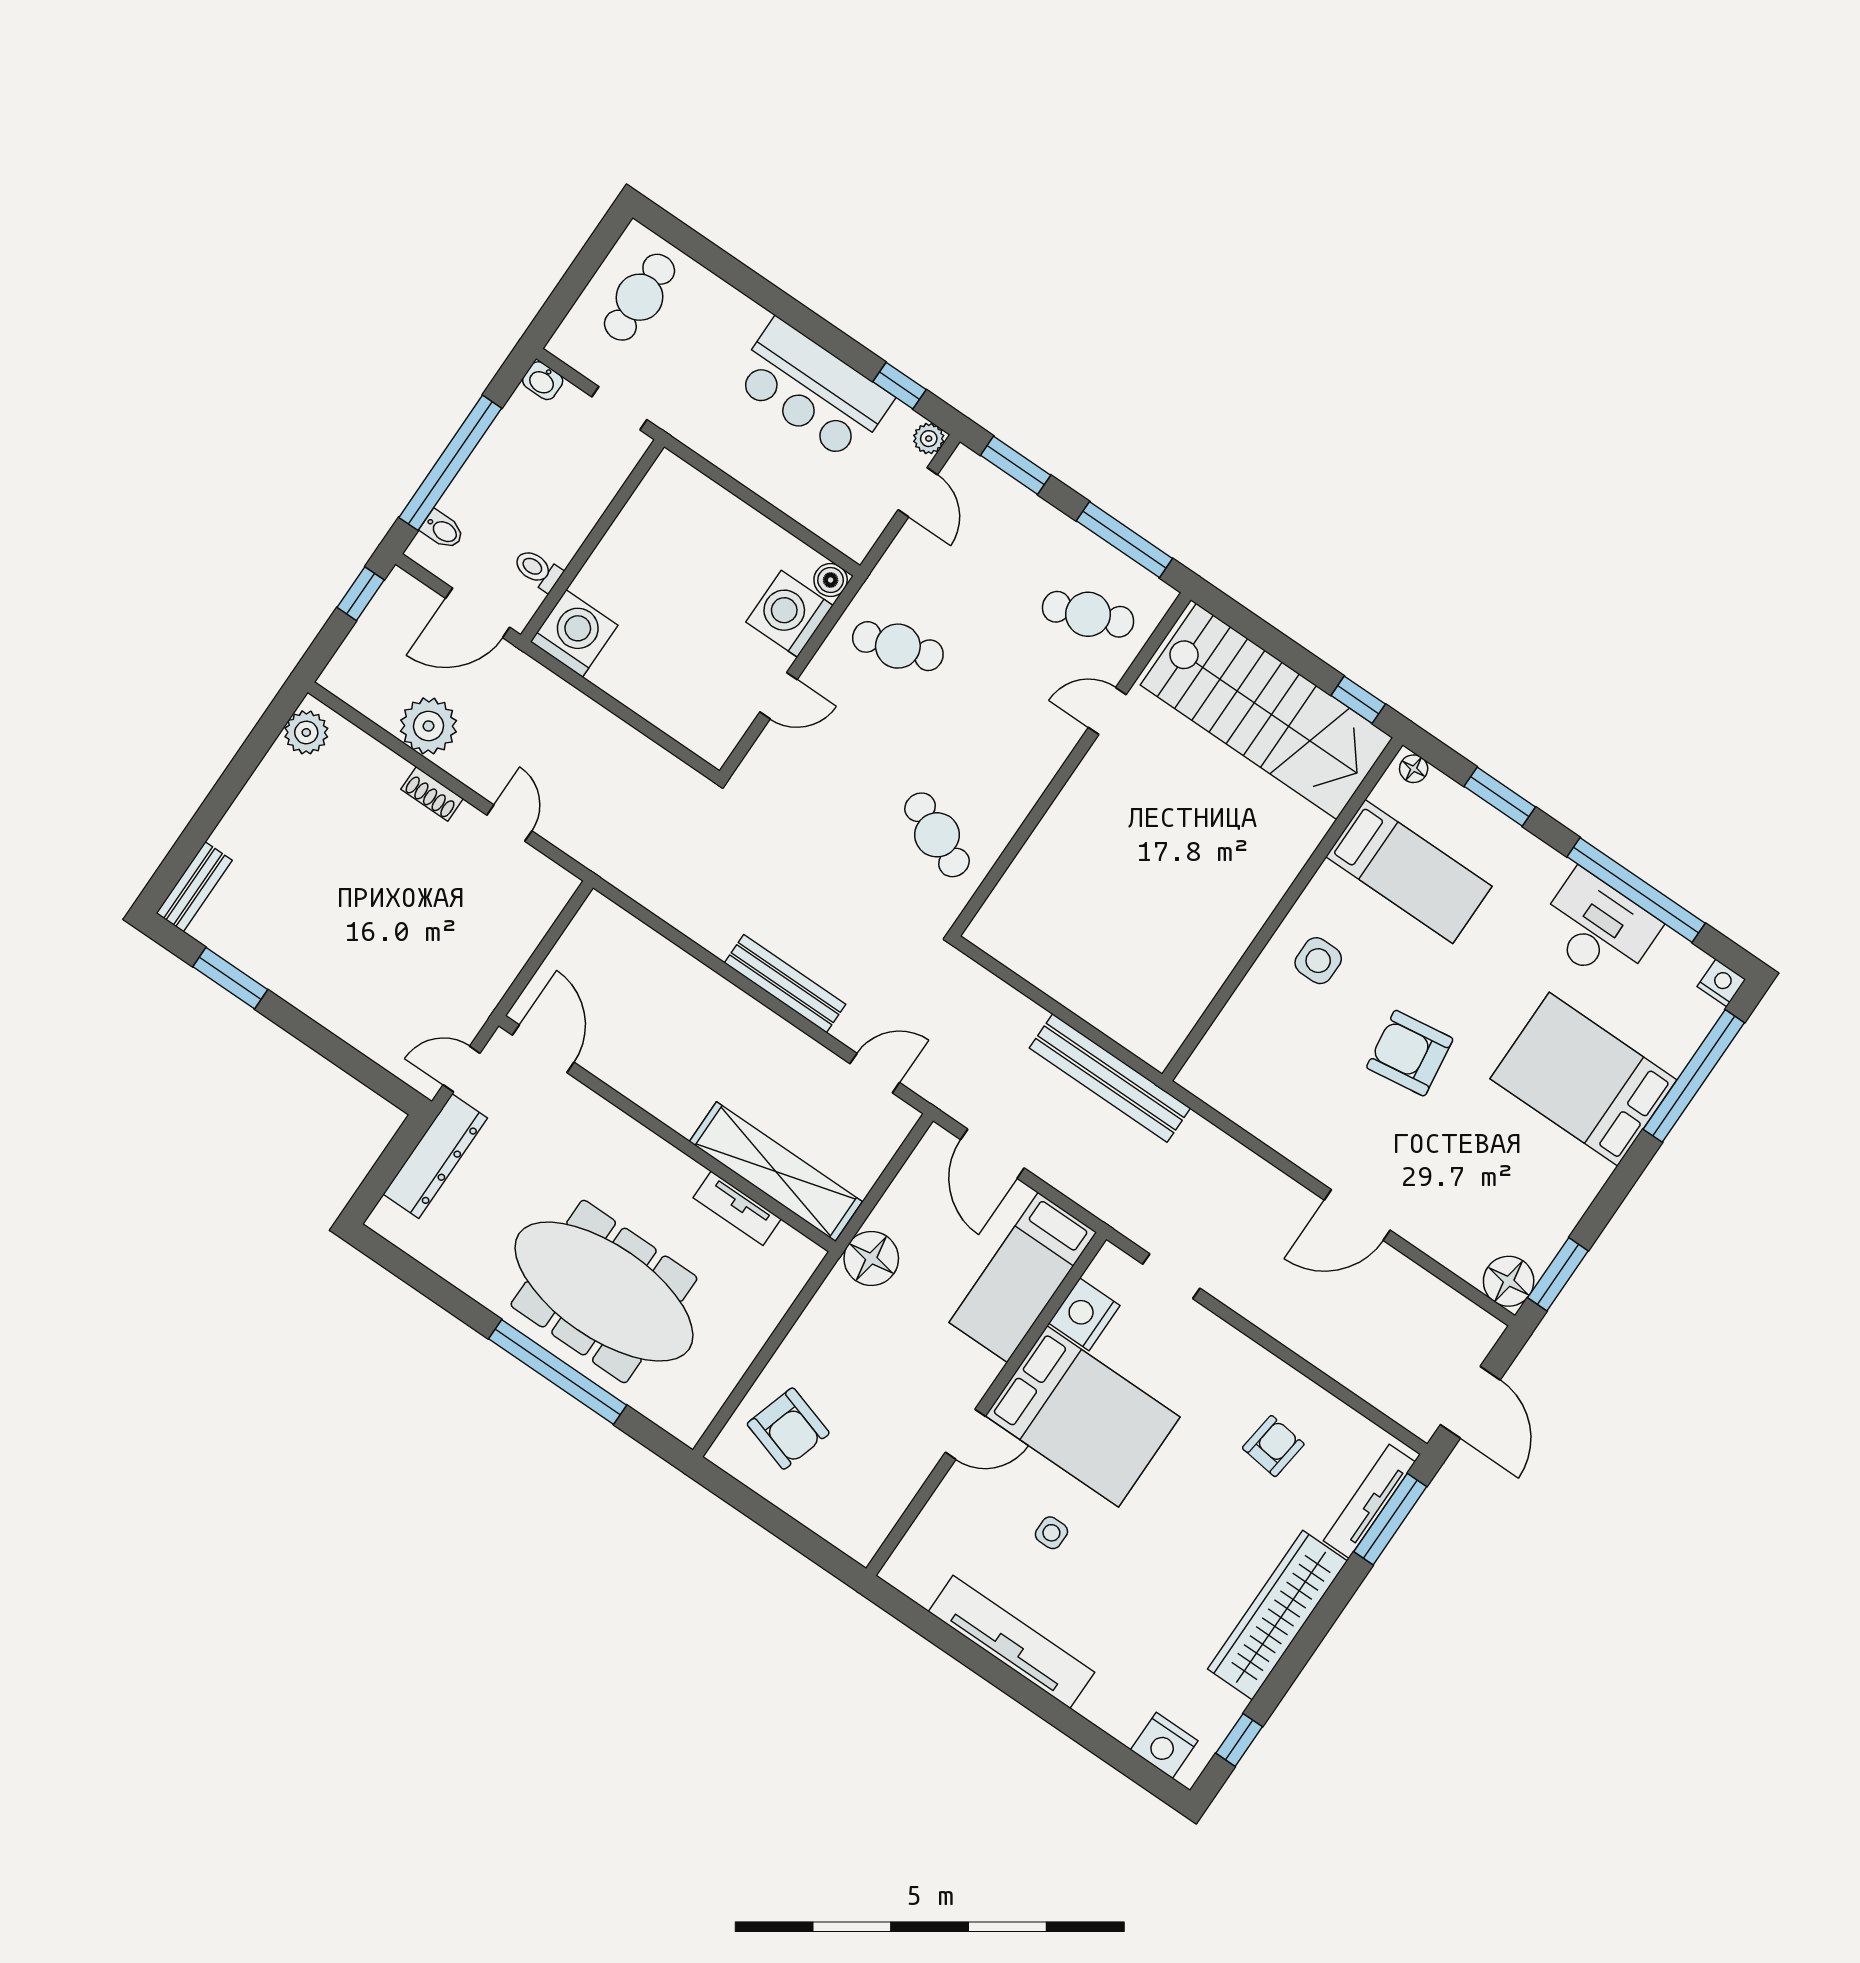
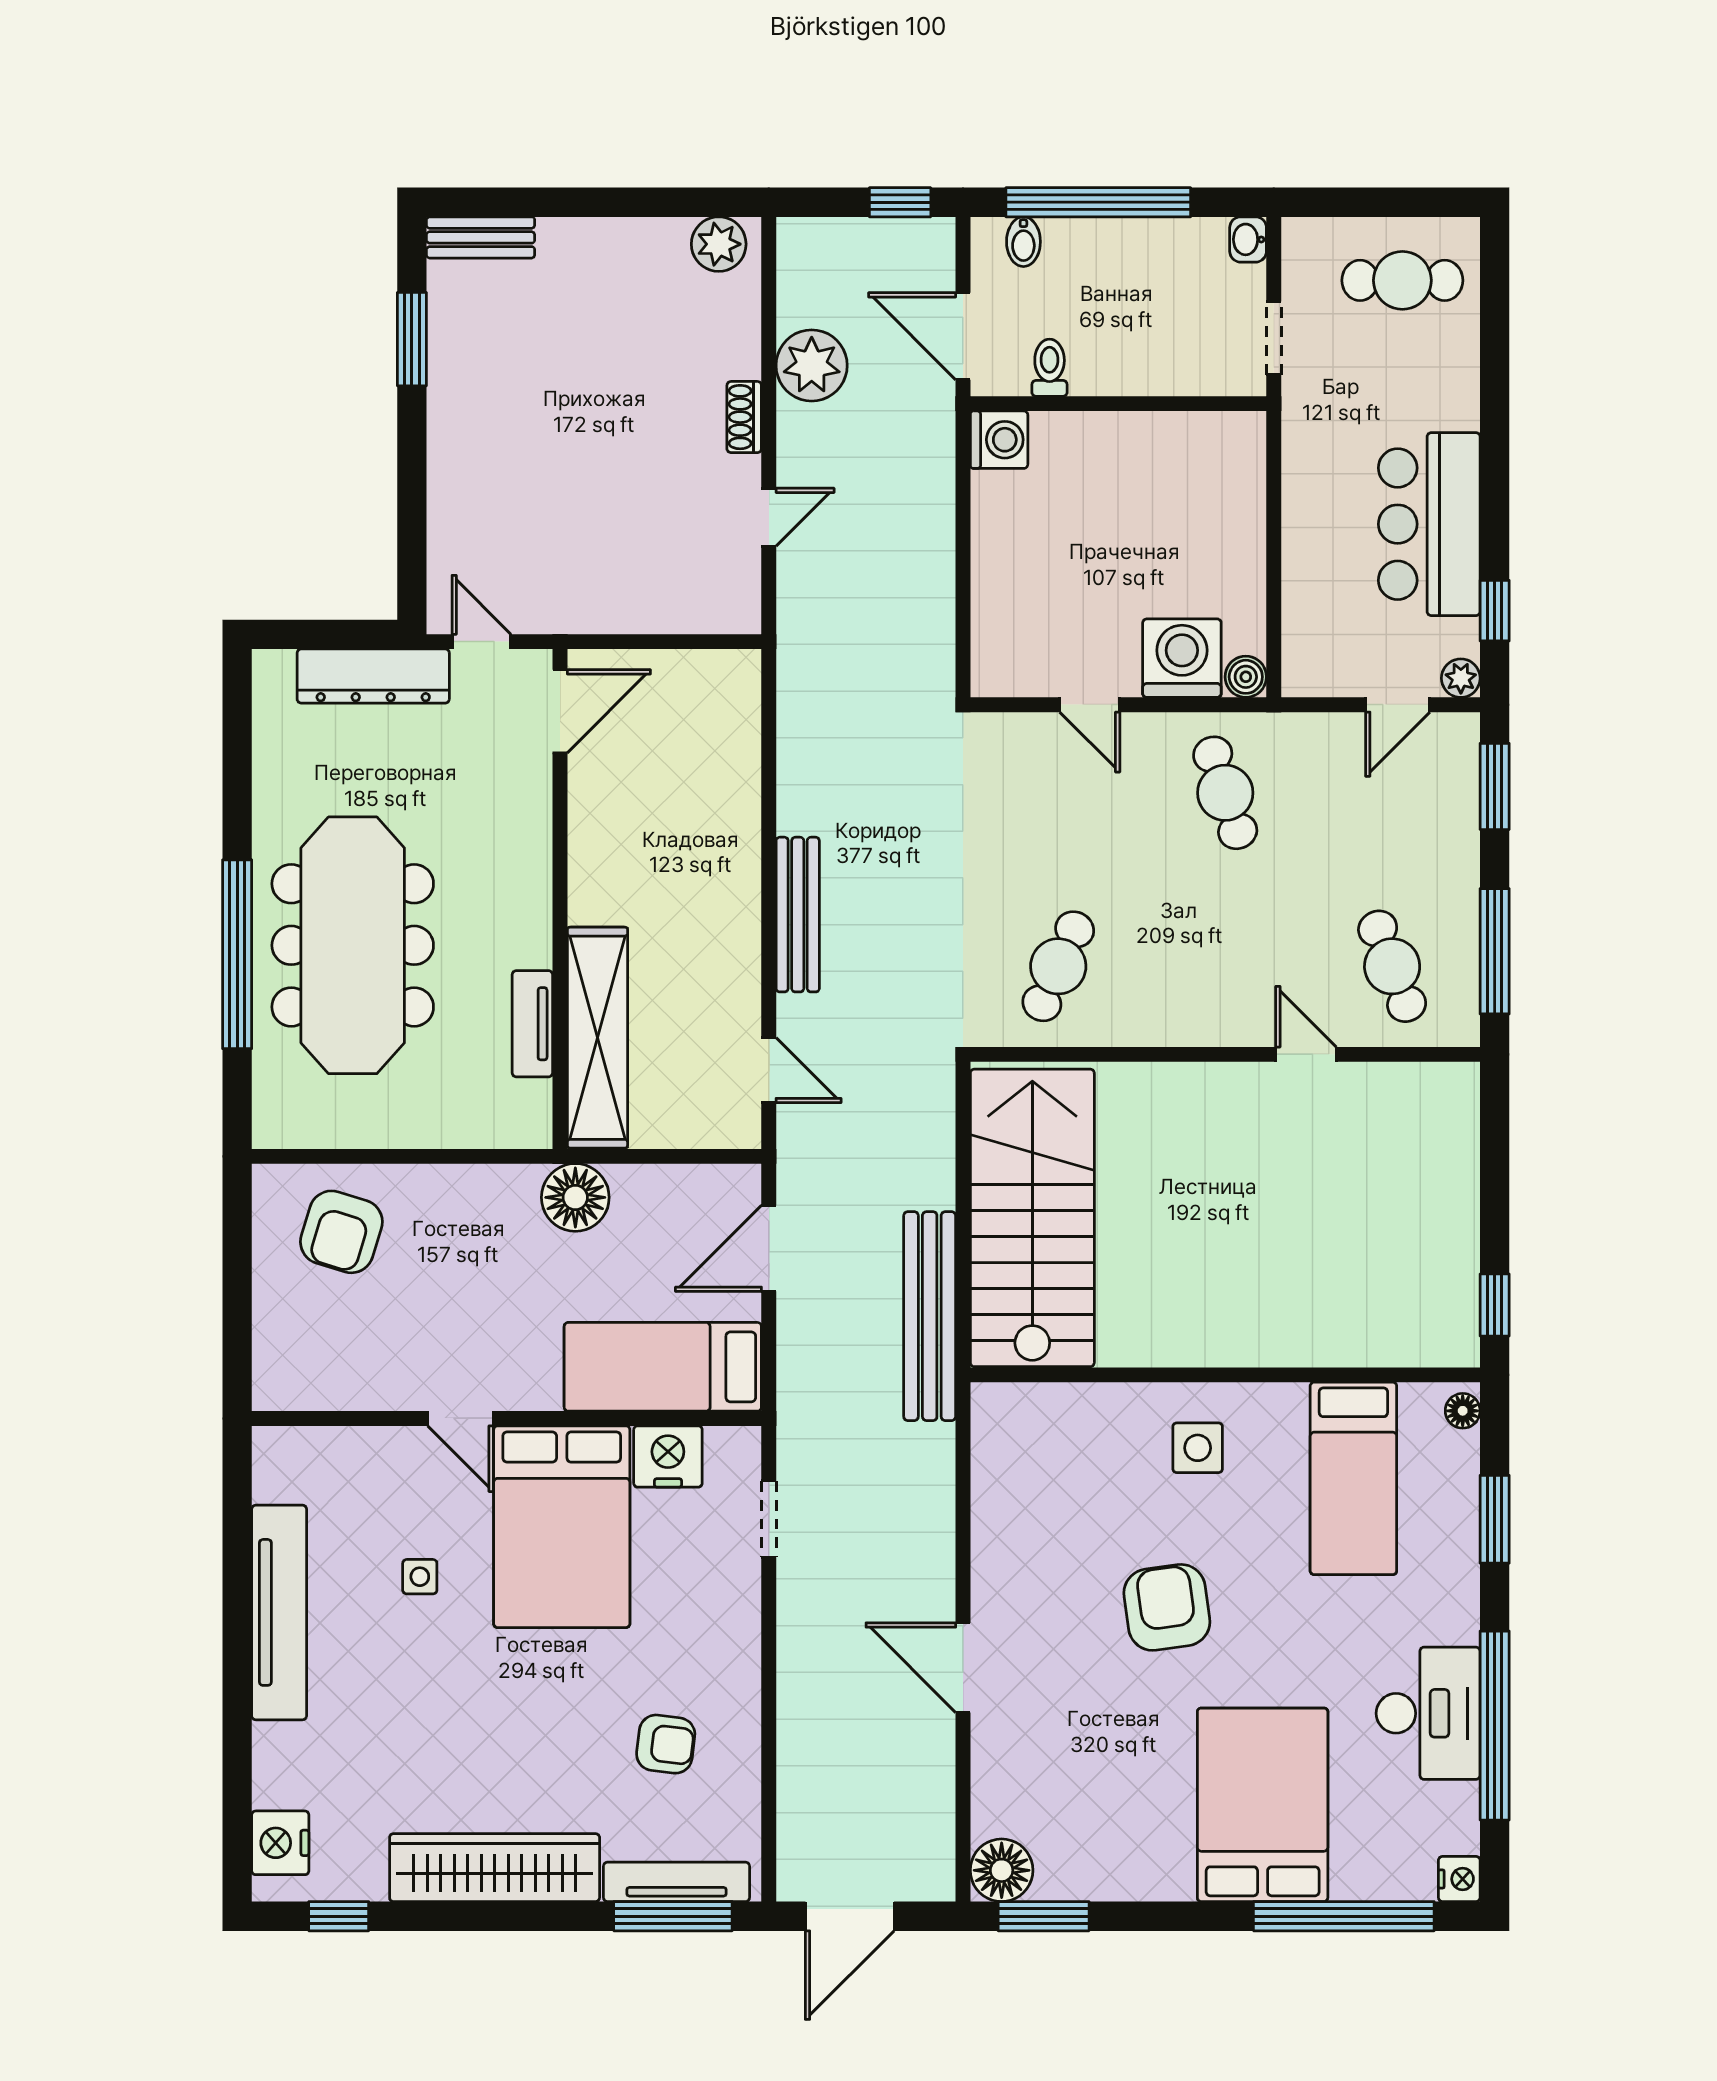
washing machine: (574, 634) -> (999, 440), width x0.73, depth x0.73
stairs: (1267, 711) -> (1032, 1218), moved, turned 180

